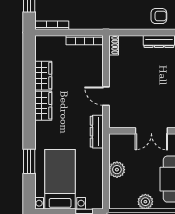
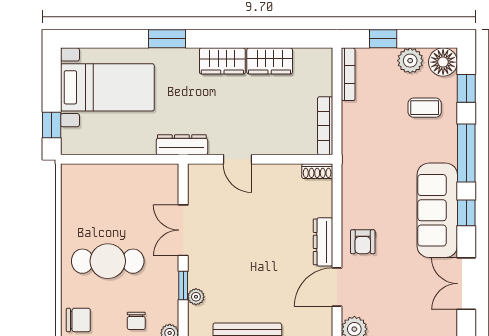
door: (106, 96) -> (237, 159), swing flipped
window: (29, 161) -> (167, 39), moved
plant: (117, 170) -> (123, 176), removed
plant: (145, 202) -> (72, 221), removed

